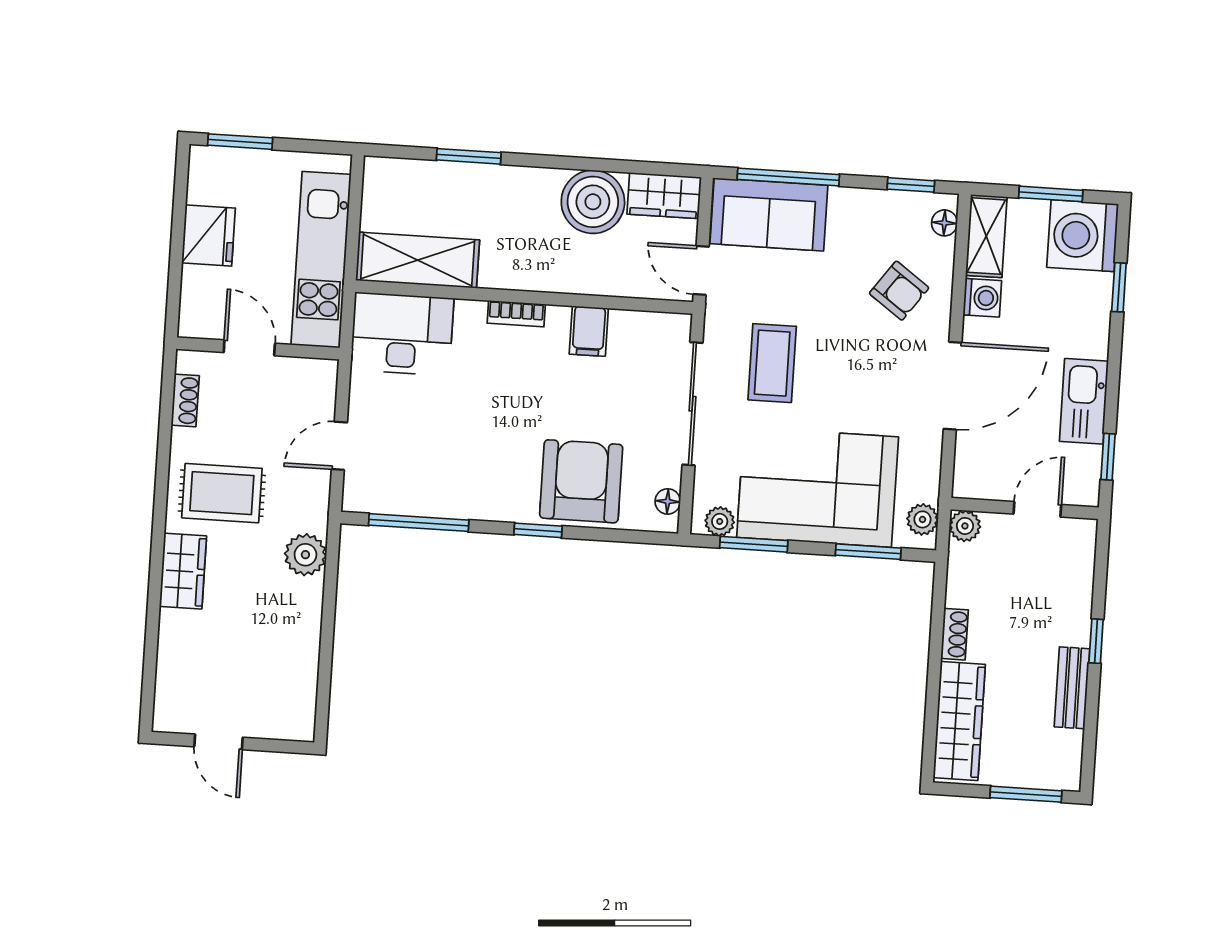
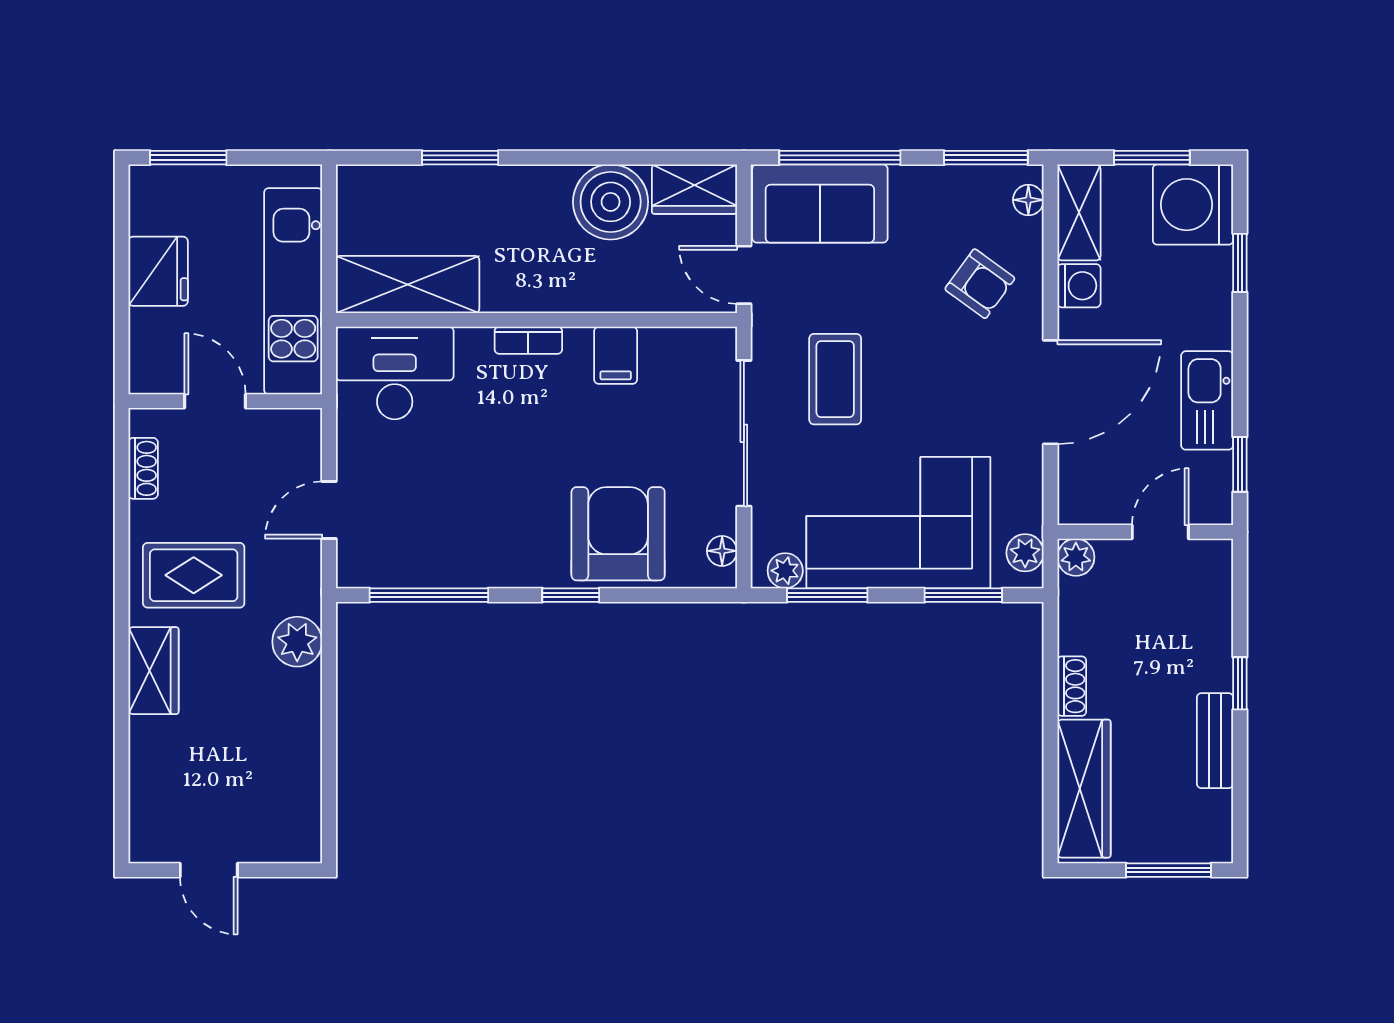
window: (911, 185) -> (986, 158), width x1.50

